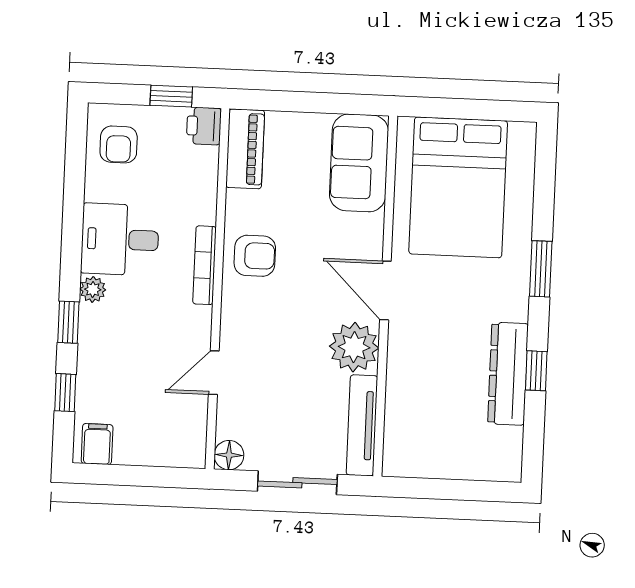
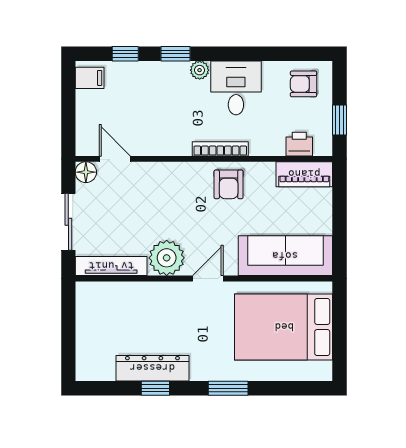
printer: (204, 126) -> (299, 144), moved
sofa: (359, 163) -> (285, 256), width x1.36
door: (385, 291) -> (208, 278), width x0.73
door: (214, 373) -> (115, 159), moved

